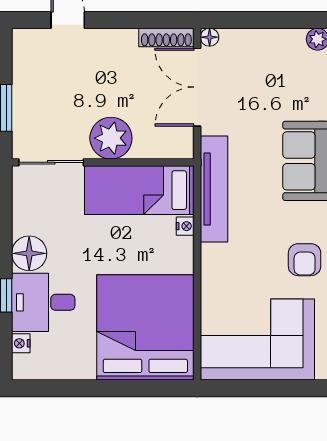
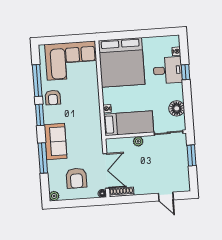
armchair: (265, 75) -> (76, 178), added
plant: (111, 138) -> (138, 141), width x0.53, depth x0.53
tv unit: (214, 189) -> (95, 126), removed
floor lamp: (29, 253) -> (177, 108), moved
armchair: (305, 260) -> (53, 98), turned 180

